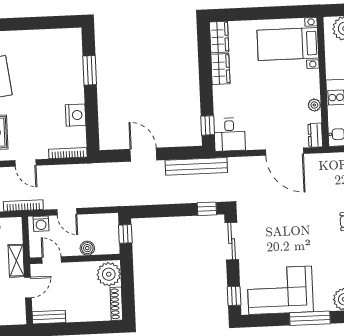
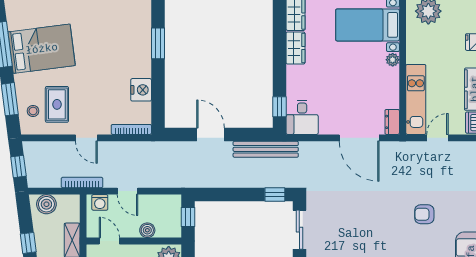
plant: (314, 105) -> (393, 60), moved

